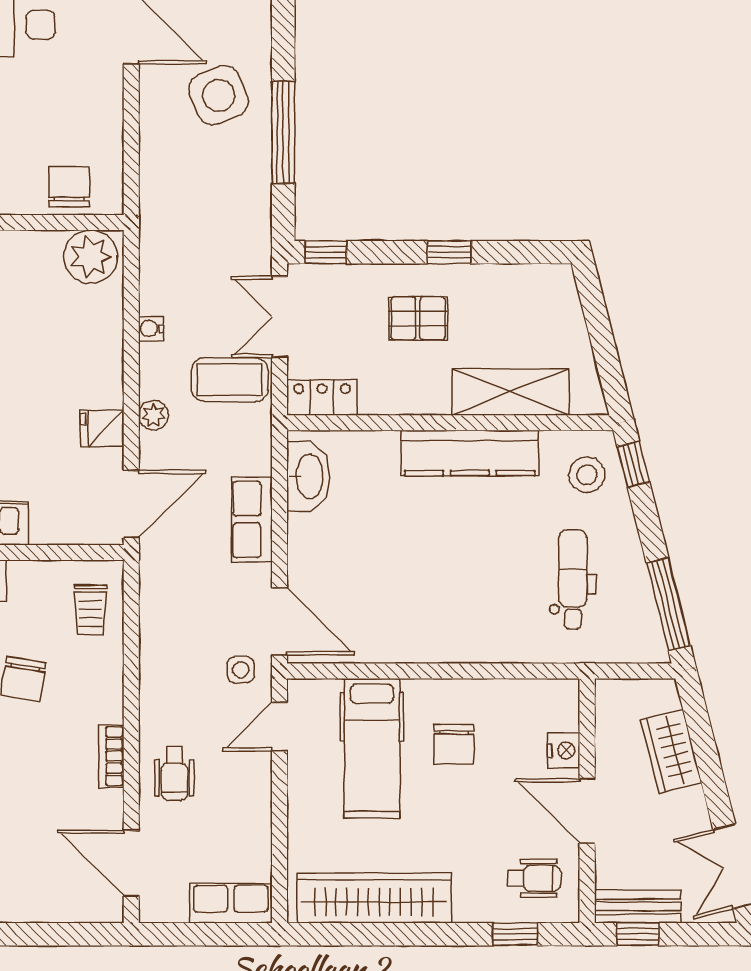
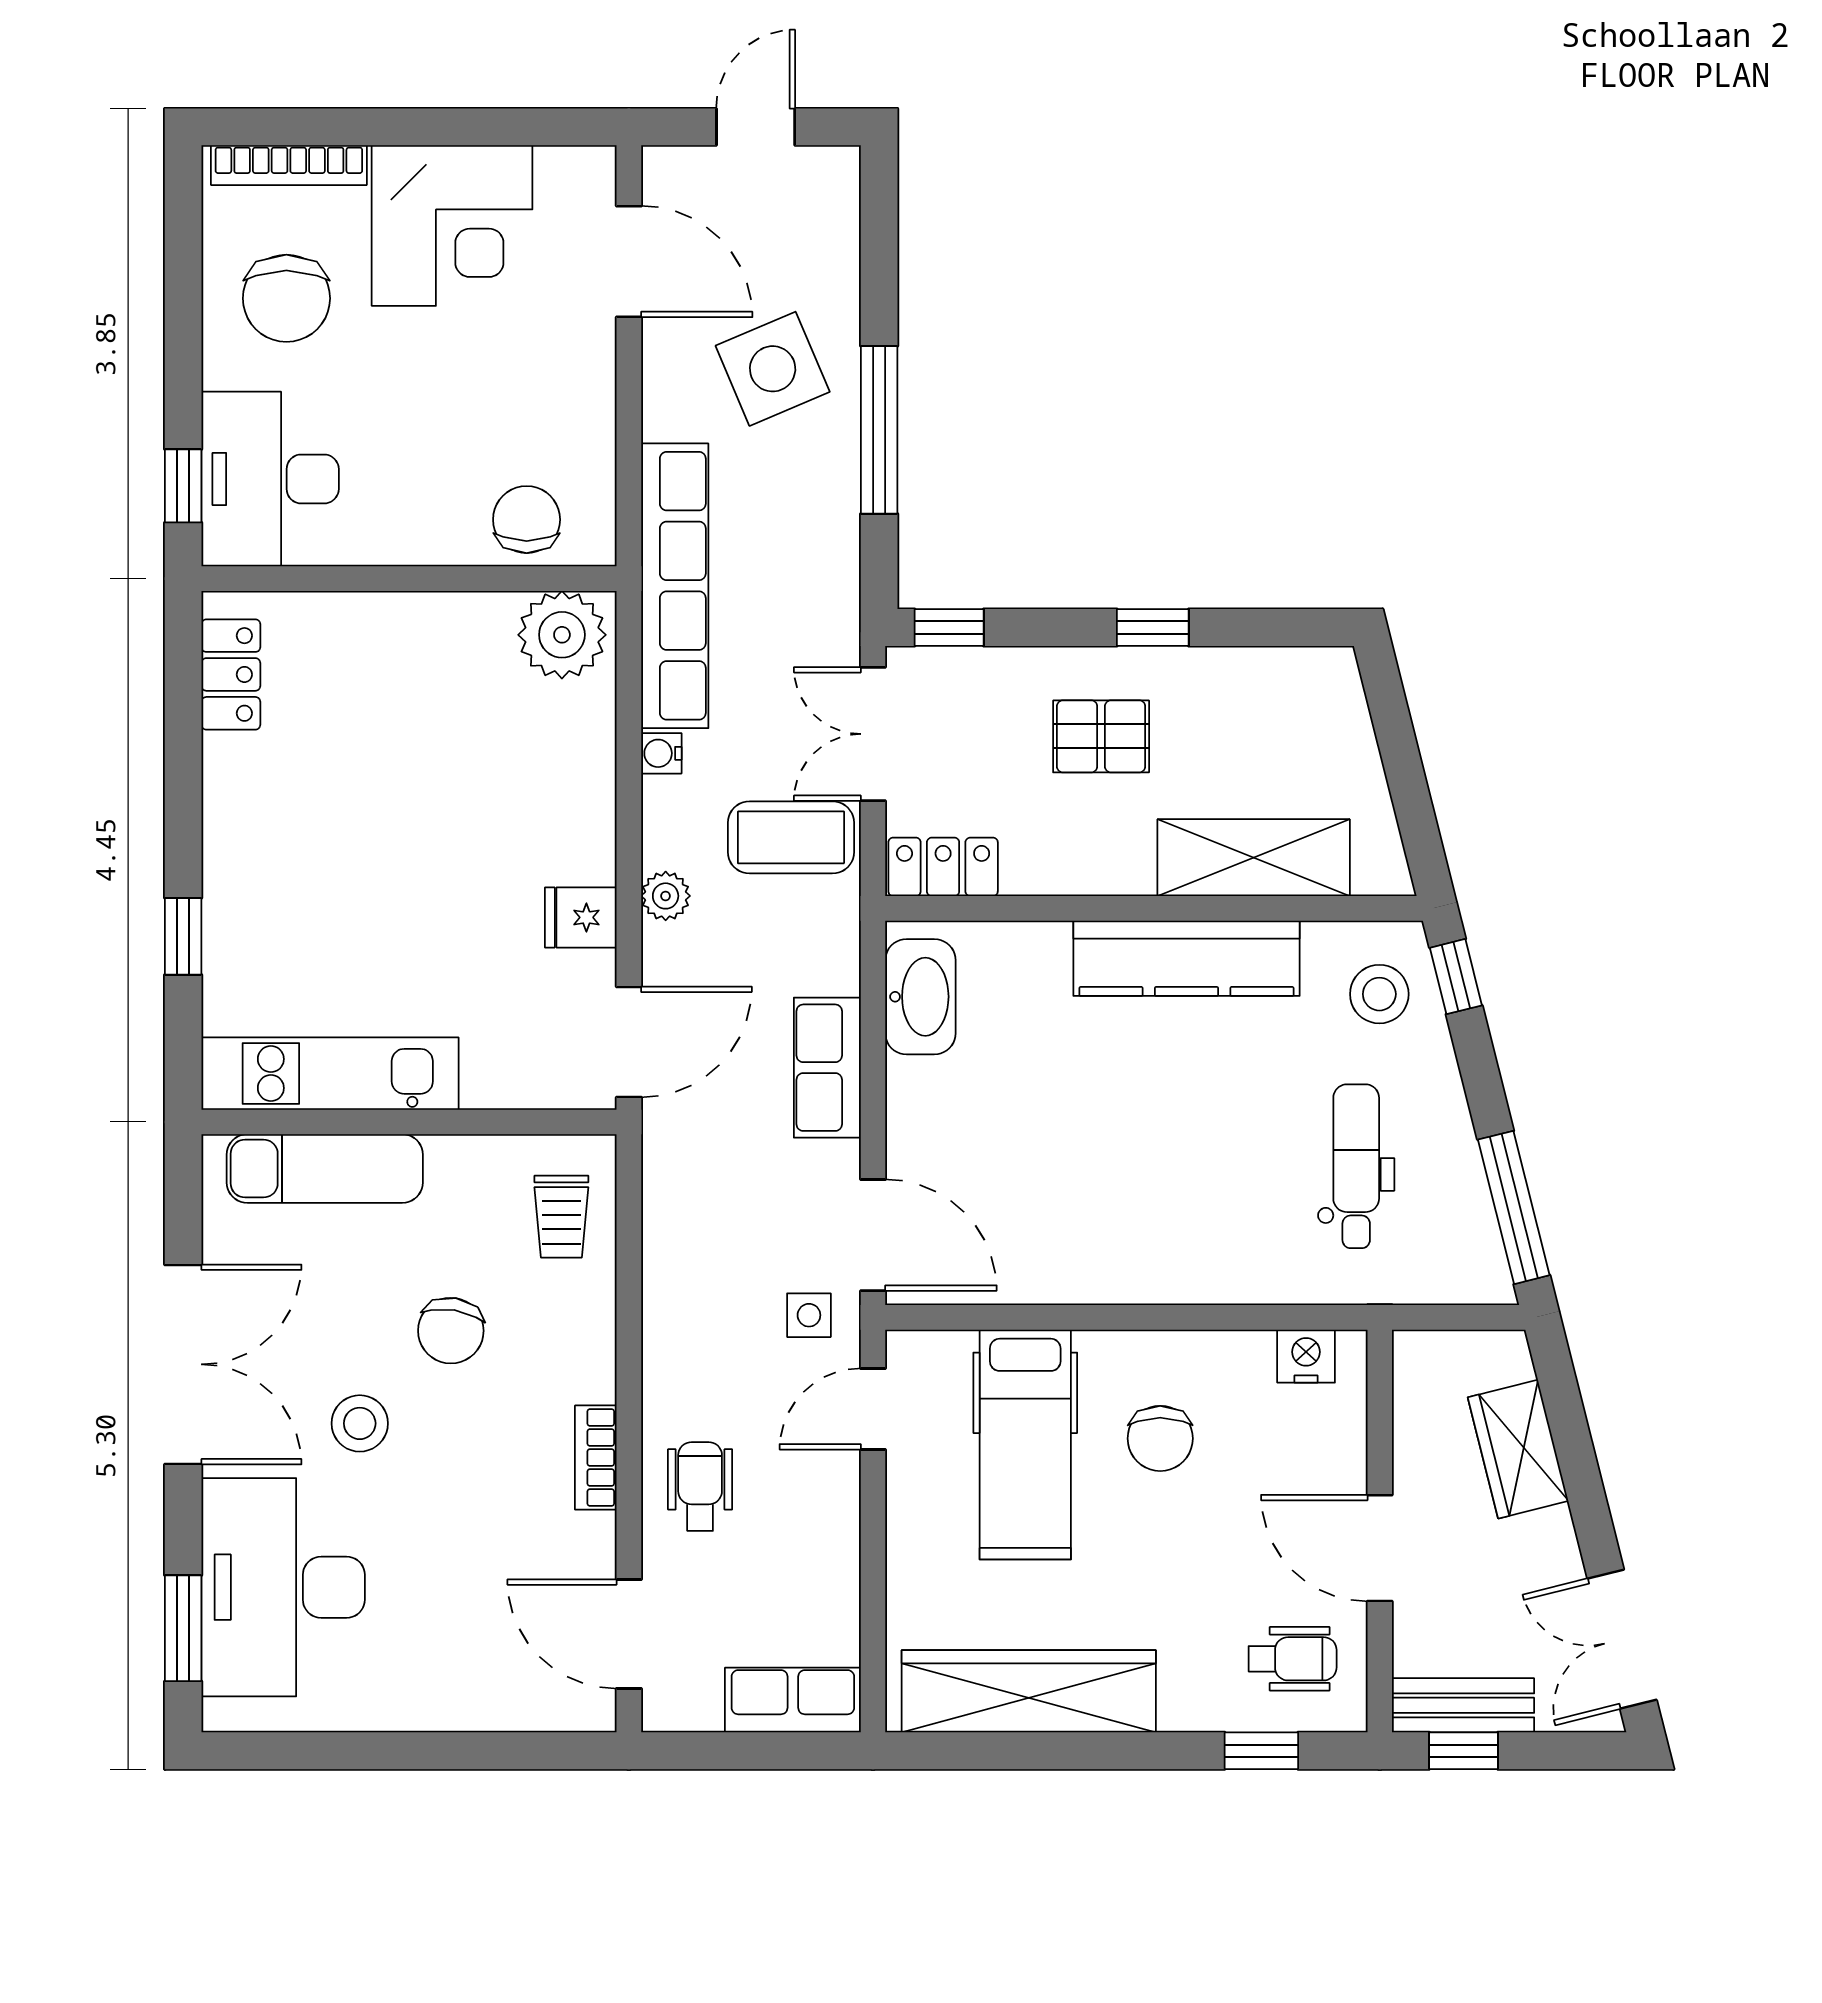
row of seats: (159, 227) -> (675, 586), added
nightstand: (564, 750) -> (1306, 1356), moved, turned -90
wheelchair: (175, 774) -> (700, 1487), turned 180

